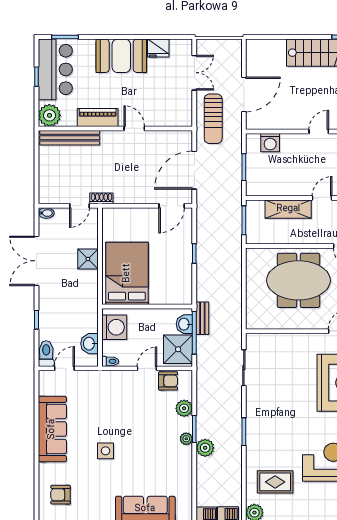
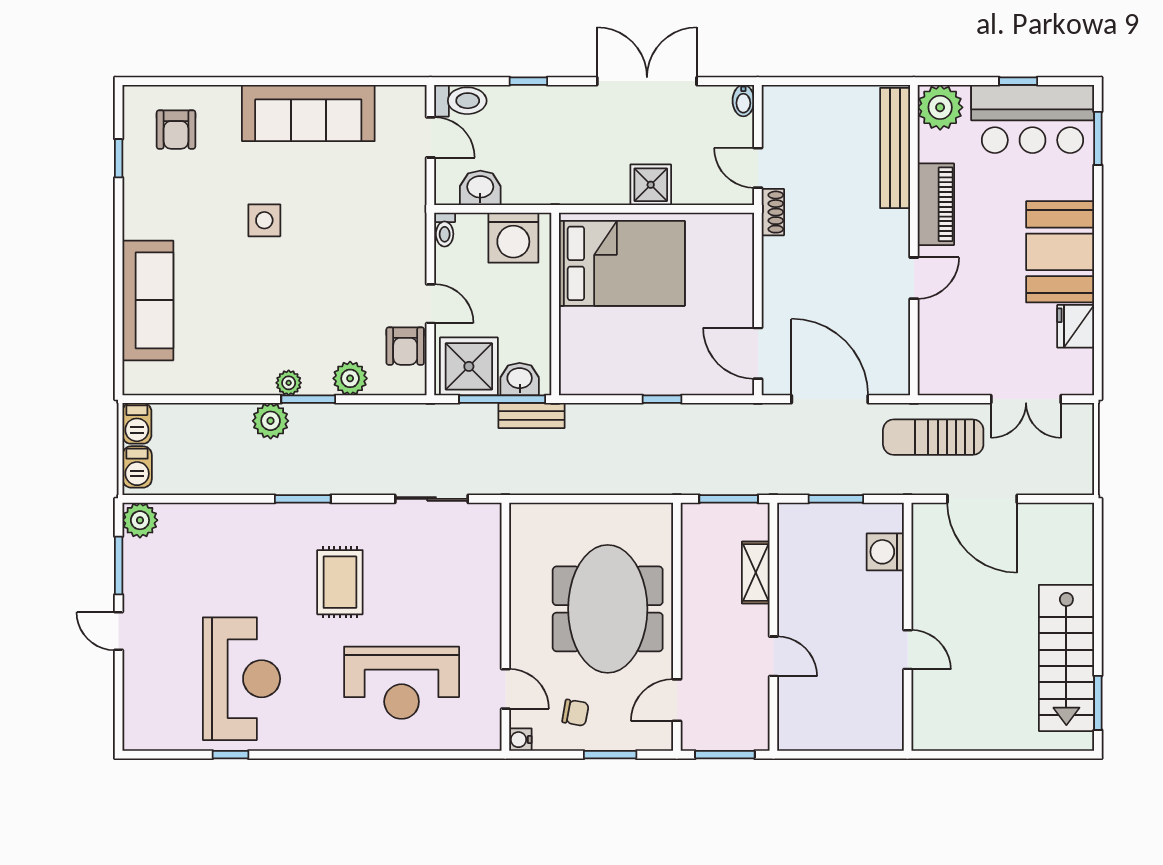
shelving: (288, 209) -> (756, 572), width x0.67, depth x0.75
rug: (275, 482) -> (340, 582), moved
armchair: (61, 495) -> (176, 130), turned 180

